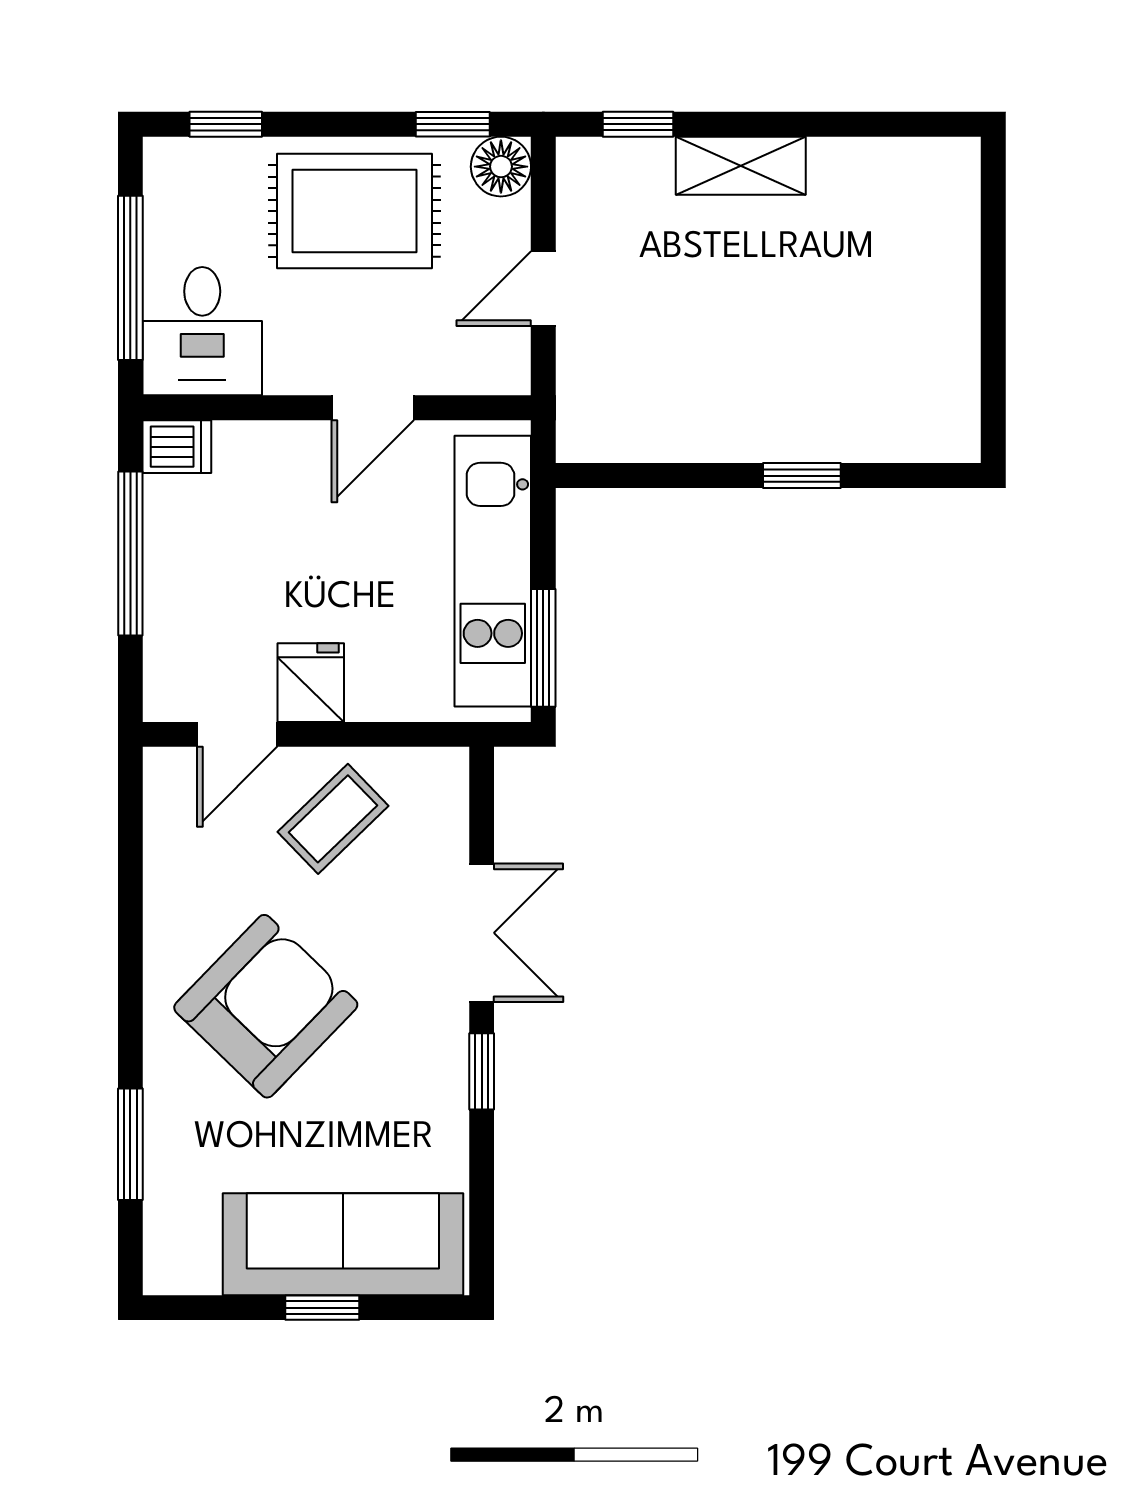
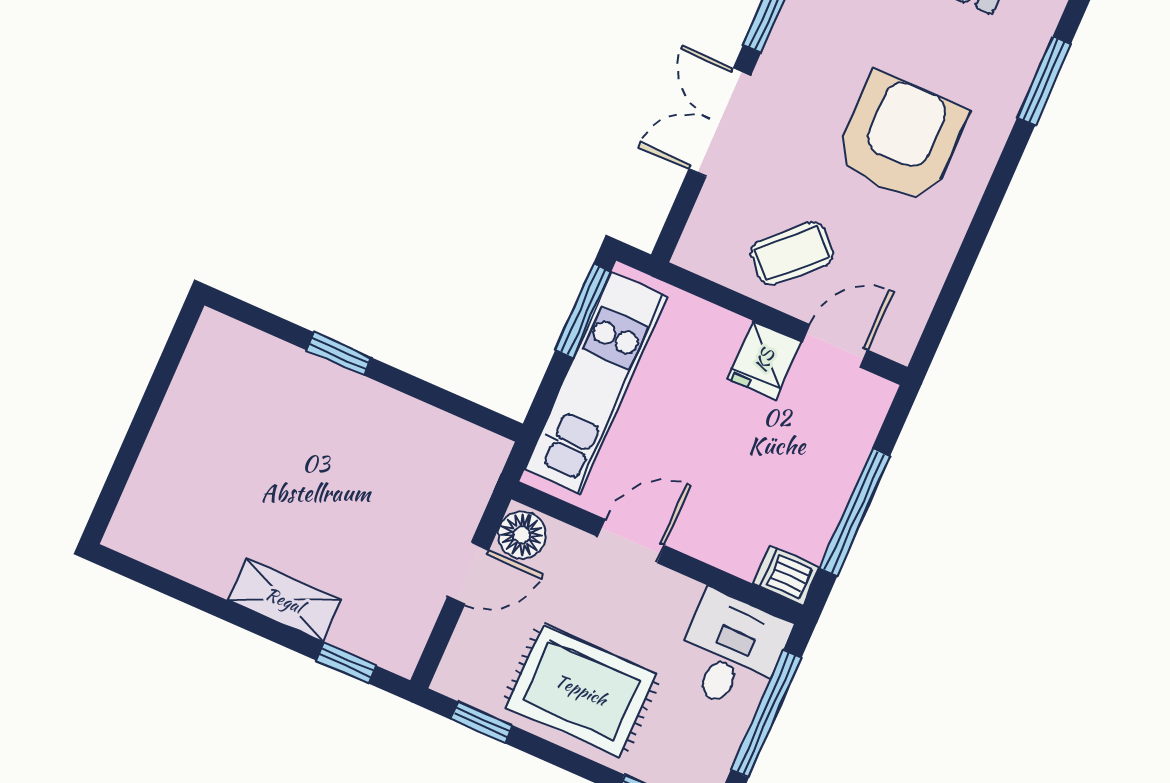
floor lamp: (501, 167) -> (522, 535), moved
armchair: (266, 1006) -> (901, 138), turned 136

